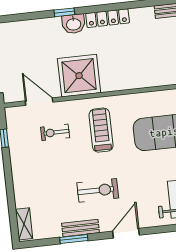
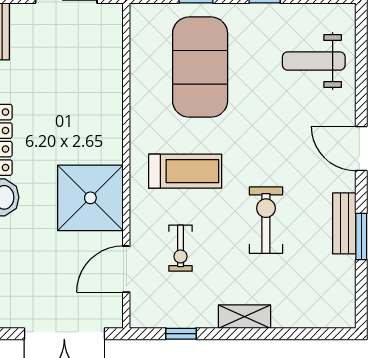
treadmill: (101, 130) -> (185, 171), turned 180
exercise bike: (98, 190) -> (266, 220), moved
shelving: (24, 224) -> (245, 317), moved

